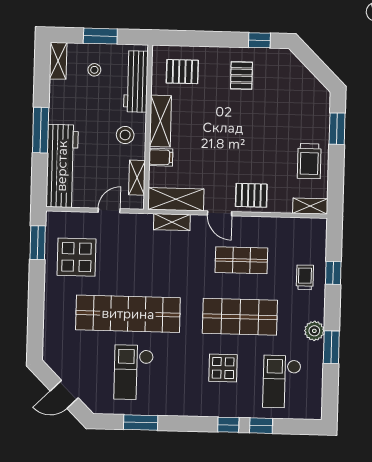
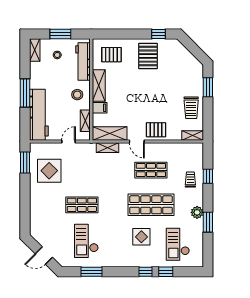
pallet: (241, 75) -> (148, 56), width x1.50, depth x1.42
shop shelf: (128, 314) -> (82, 205), width x0.50, depth x0.74

